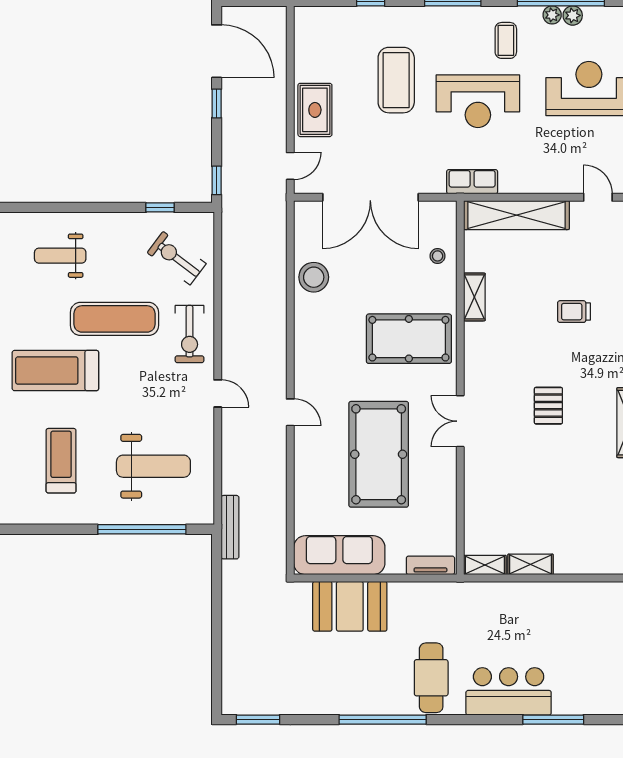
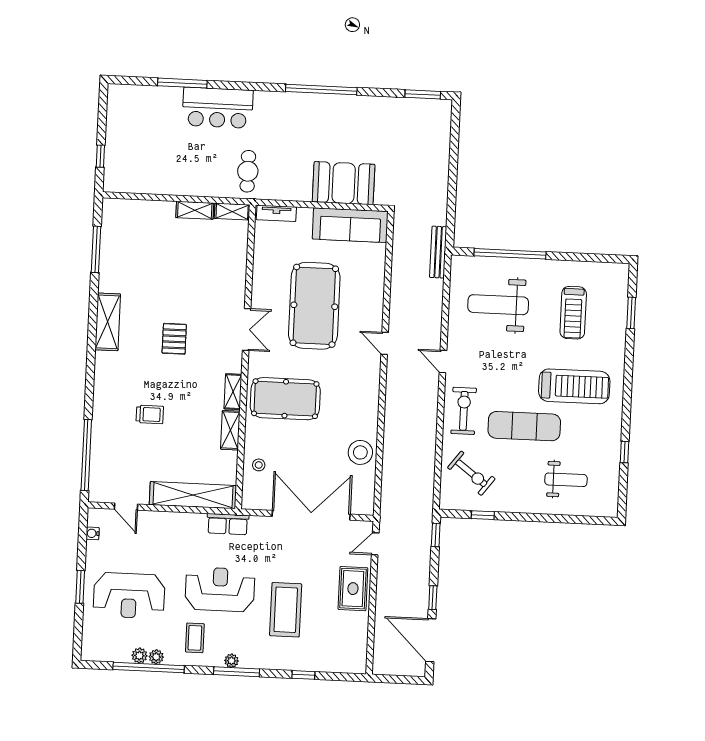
plant: (460, 14) -> (232, 661), added
shelving: (473, 344) -> (233, 392), added
cafe table: (431, 678) -> (248, 171), moved, width x0.73, depth x0.74

